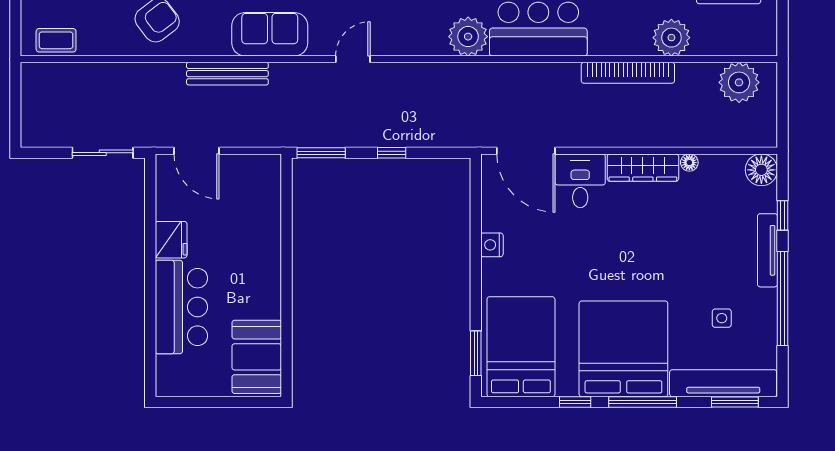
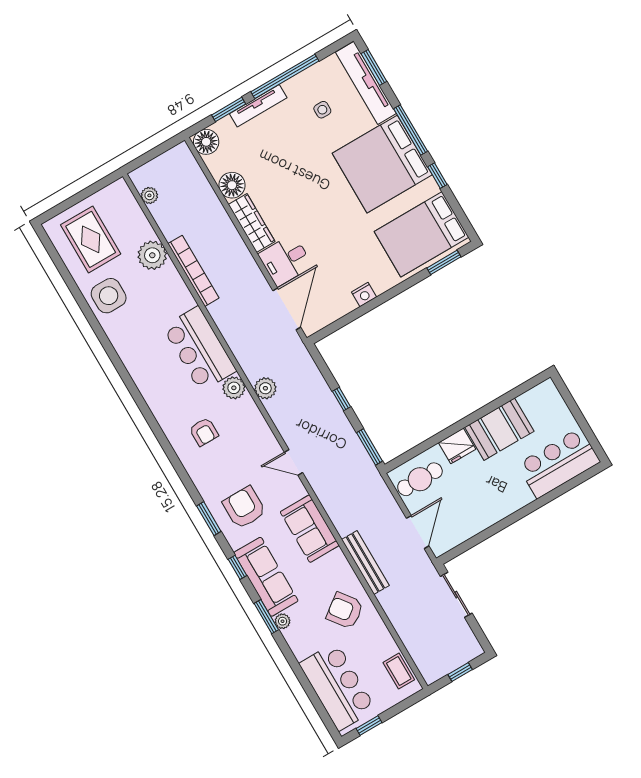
plant: (468, 37) -> (234, 388), width x0.73, depth x0.73
bench: (227, 74) -> (365, 563), moved
plant: (453, 76) -> (265, 388), added
plant: (739, 82) -> (149, 195), width x0.53, depth x0.53
window: (15, 107) -> (460, 672), added
floor lamp: (689, 163) -> (232, 185), width x1.89, depth x1.89
cafe table: (253, 187) -> (420, 479), added
window: (783, 215) -> (229, 109), width x1.50
fridge: (171, 240) -> (457, 446), moved, turned 180
bar counter: (181, 307) -> (559, 463), moved
booth: (257, 357) -> (499, 429), moved

